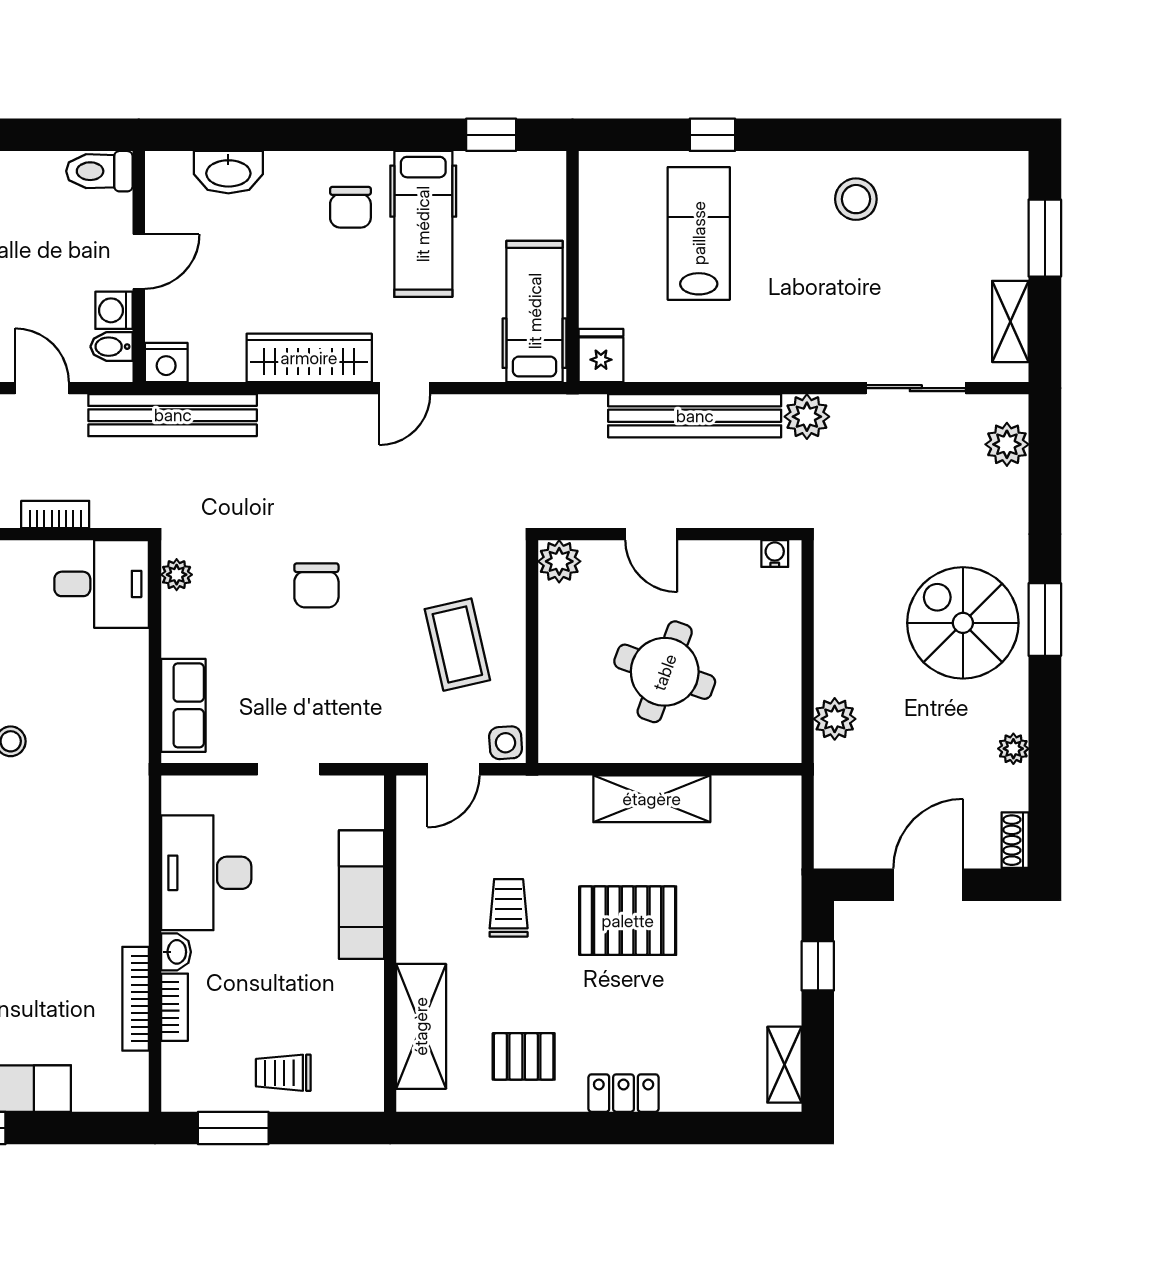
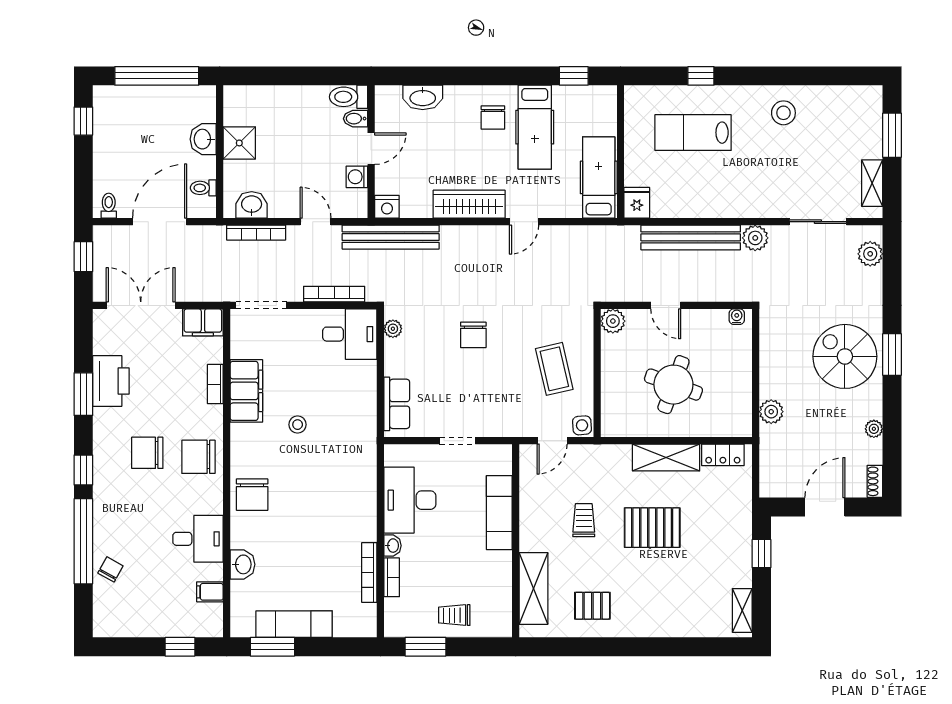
lab bench: (699, 233) -> (693, 133), turned -90
bidet: (112, 347) -> (356, 119), moved
bookcase: (55, 514) -> (334, 294), width x1.56
locker: (624, 1093) -> (723, 455), moved, turned 180

